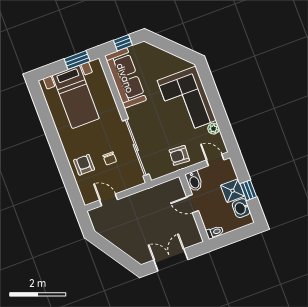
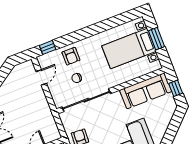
window: (77, 60) -> (156, 39), moved
armchair: (84, 165) -> (71, 56), turned 90
window: (74, 192) -> (48, 47), added

